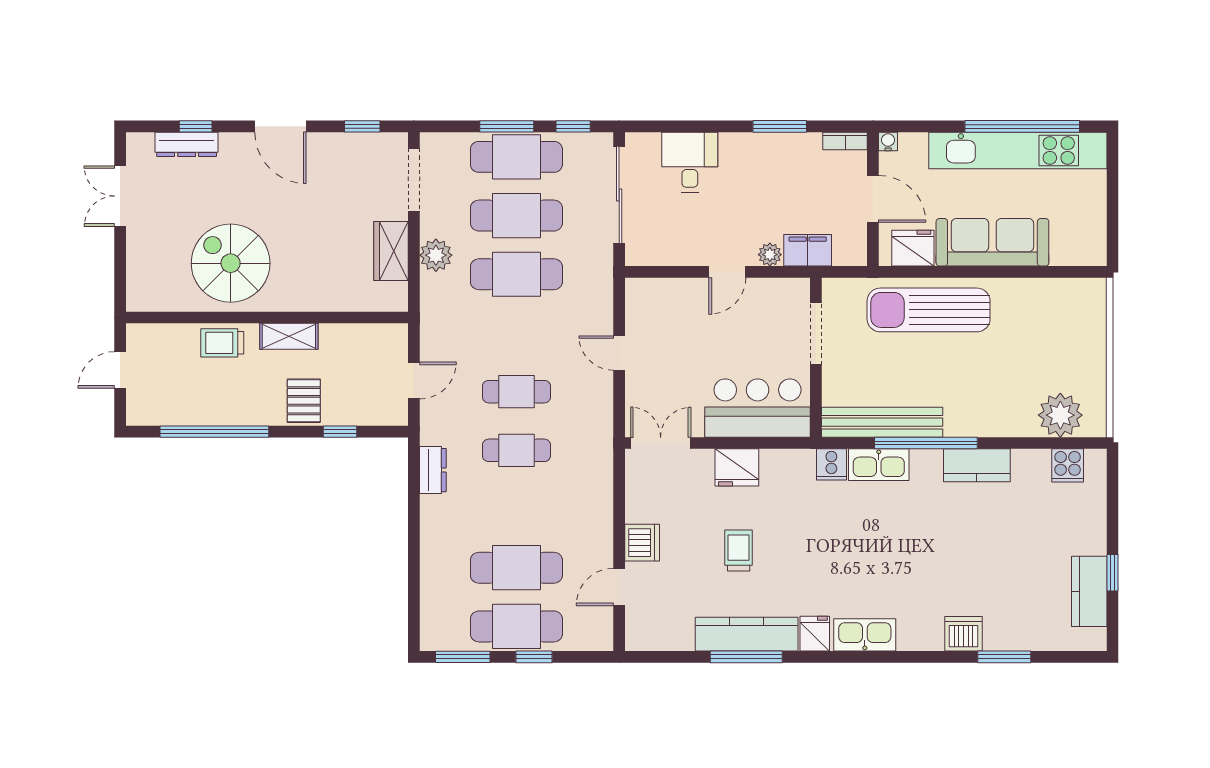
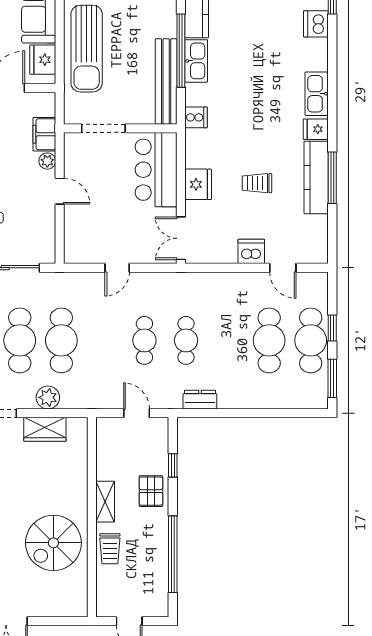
pallet: (304, 401) -> (151, 491), turned 90
kitchen sink: (879, 465) -> (196, 61), moved

